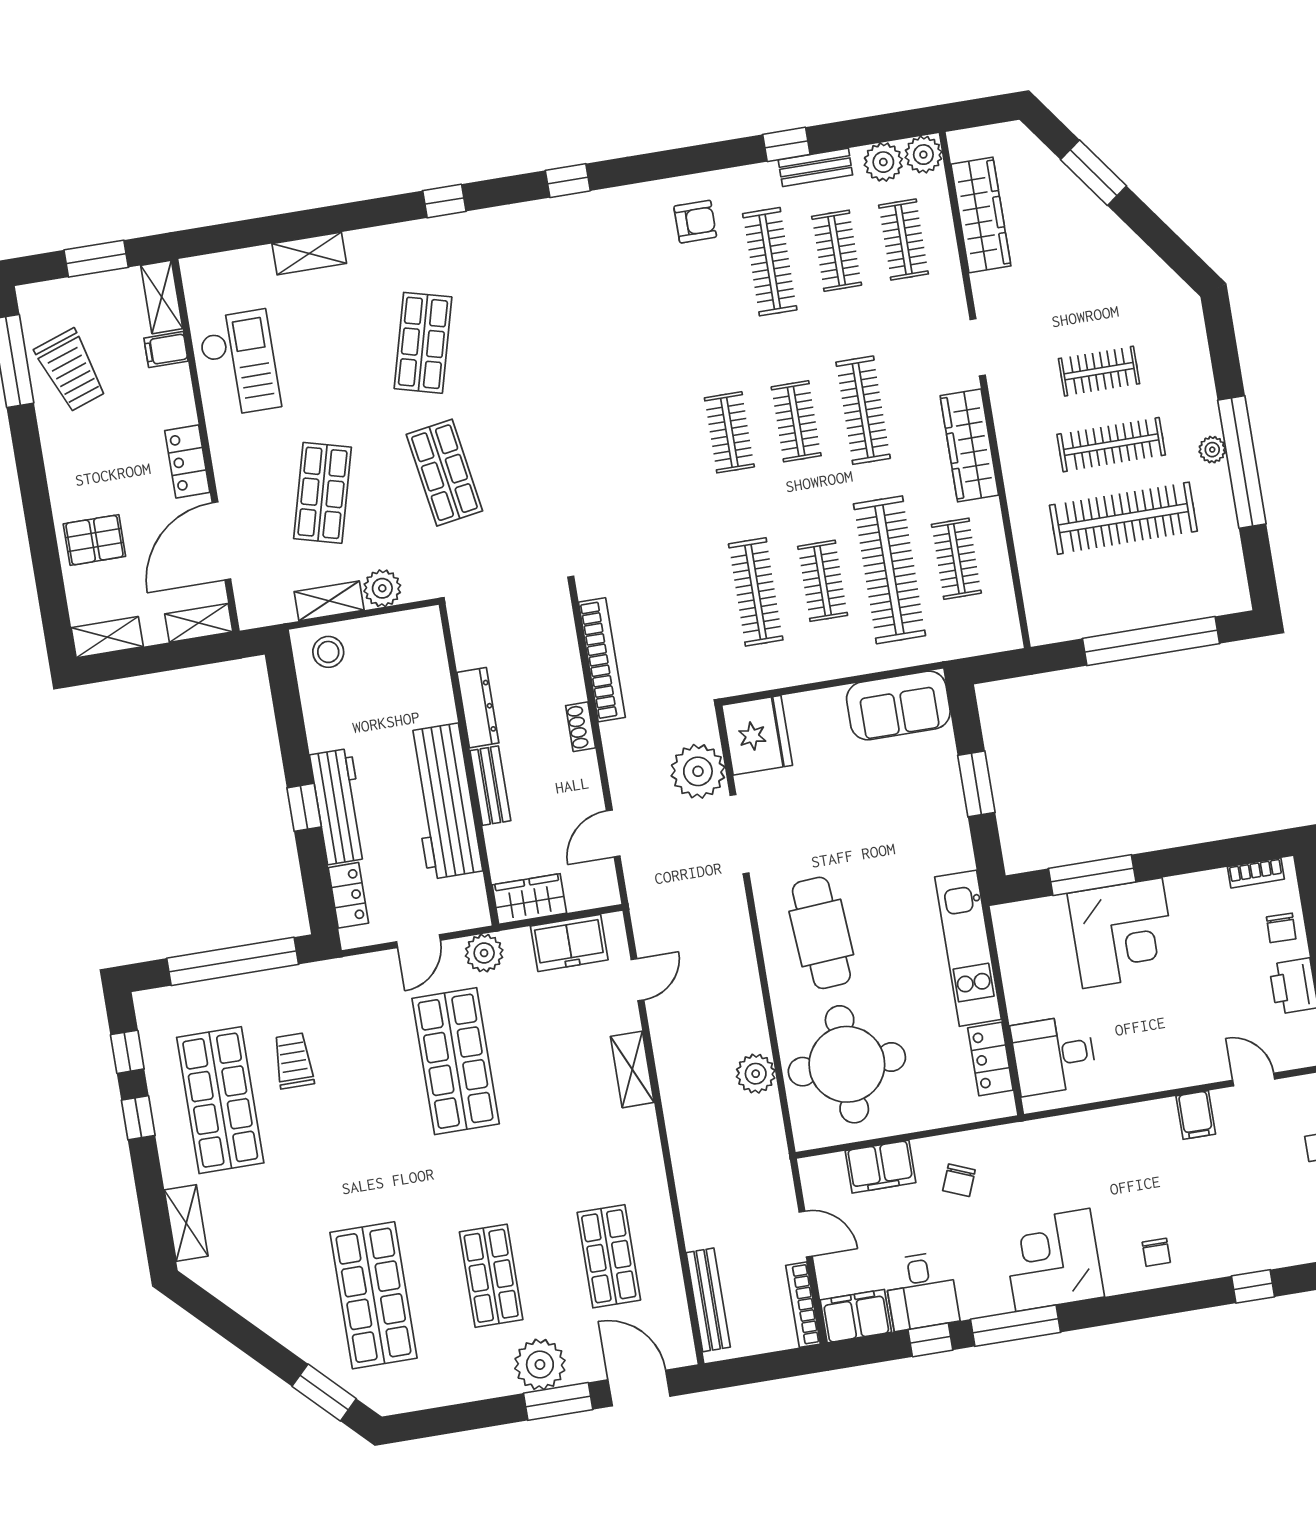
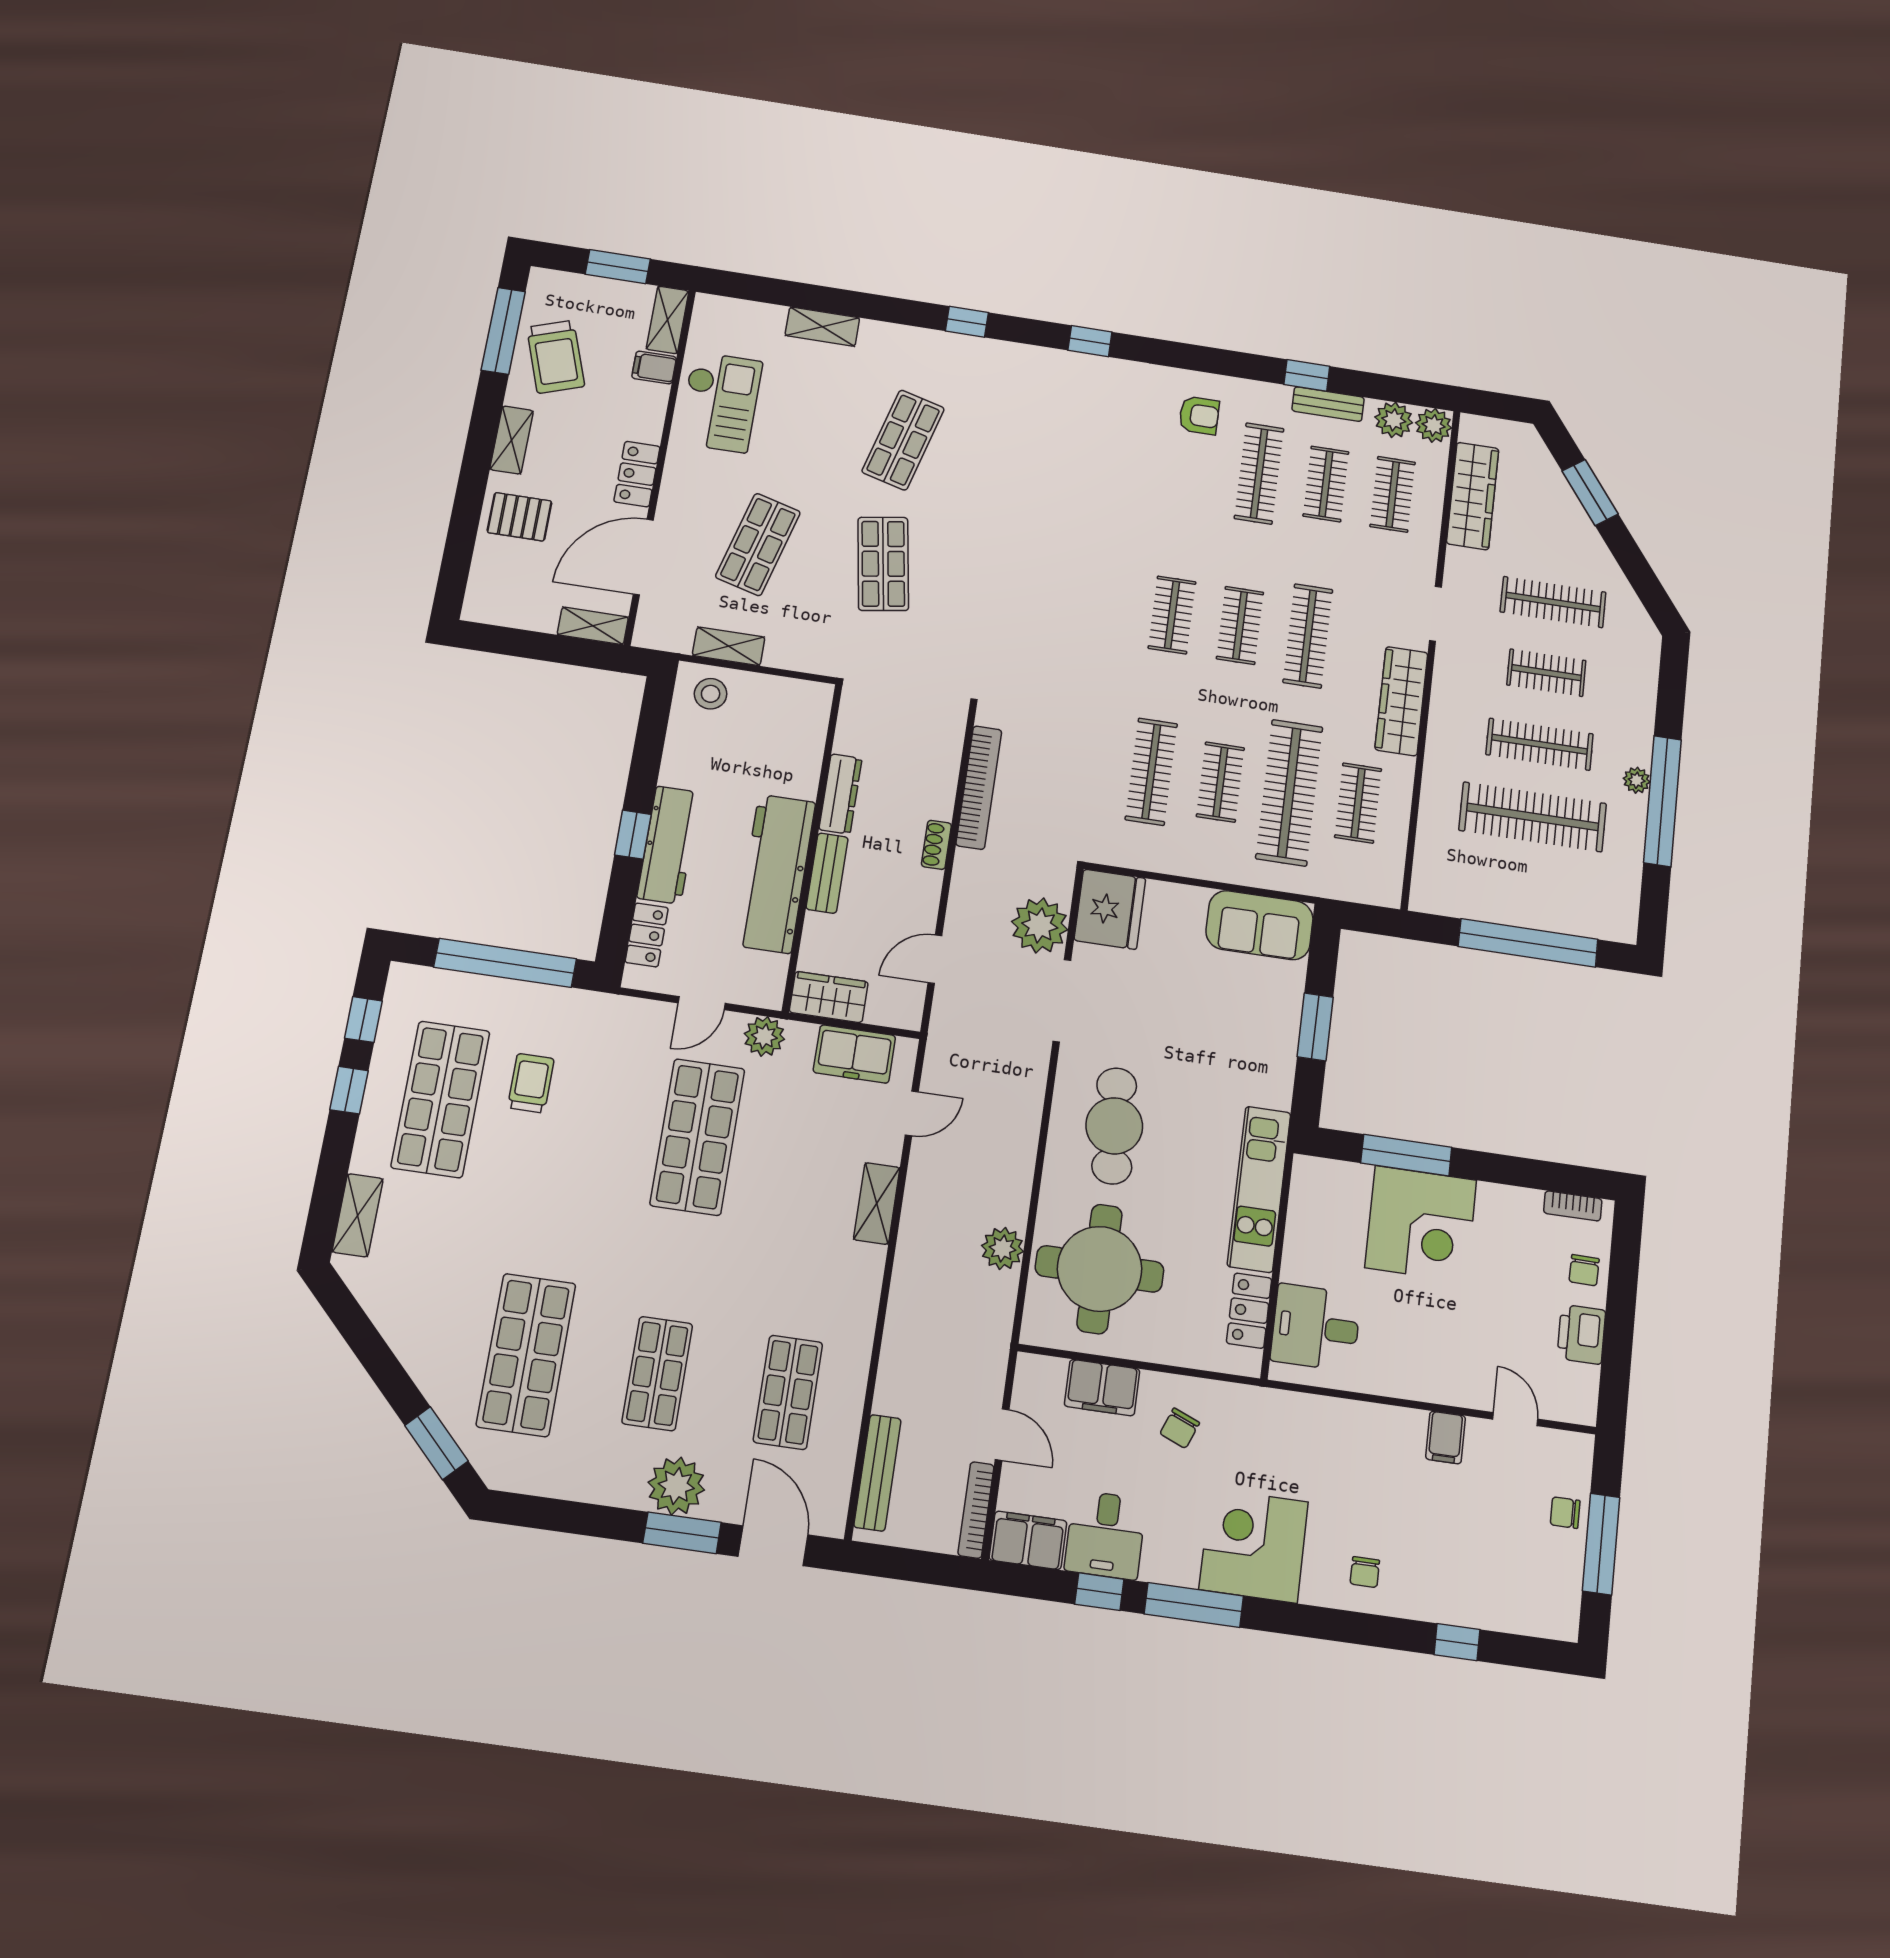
clothes rail: (1087, 298) -> (1553, 602), added
plant: (382, 588) -> (785, 651), removed
shelving: (107, 637) -> (512, 440), moved, turned 90

